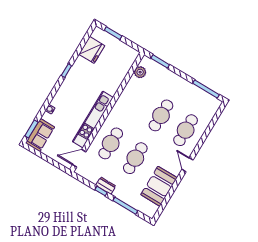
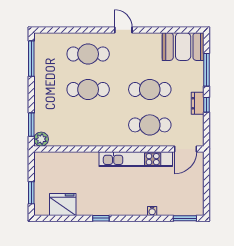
plant: (140, 72) -> (41, 139), moved
sofa: (40, 135) -> (186, 205), removed
door: (79, 158) -> (186, 149), hinge flipped
door: (187, 165) -> (123, 30), swing flipped
booth: (159, 186) -> (183, 47), moved

